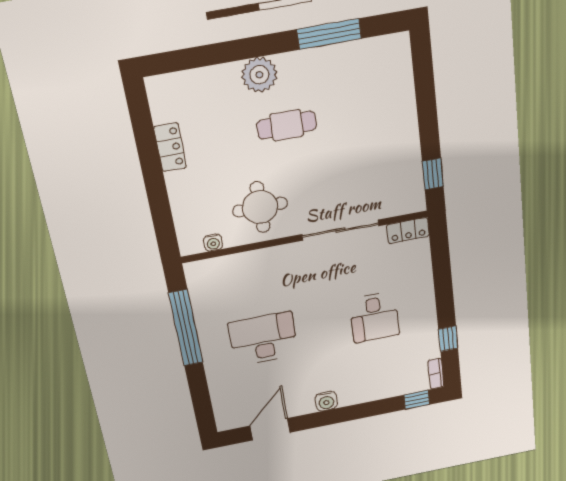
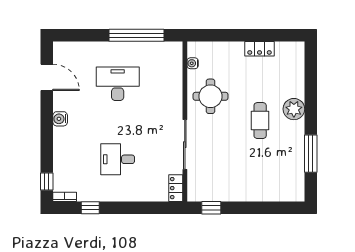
desk: (263, 339) -> (118, 84), turned -90

